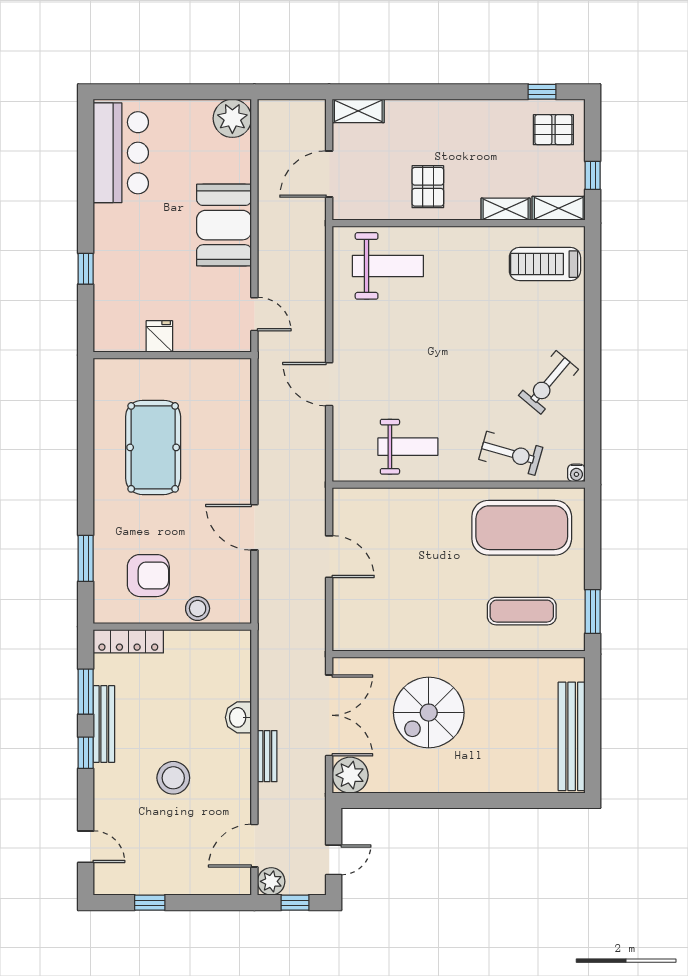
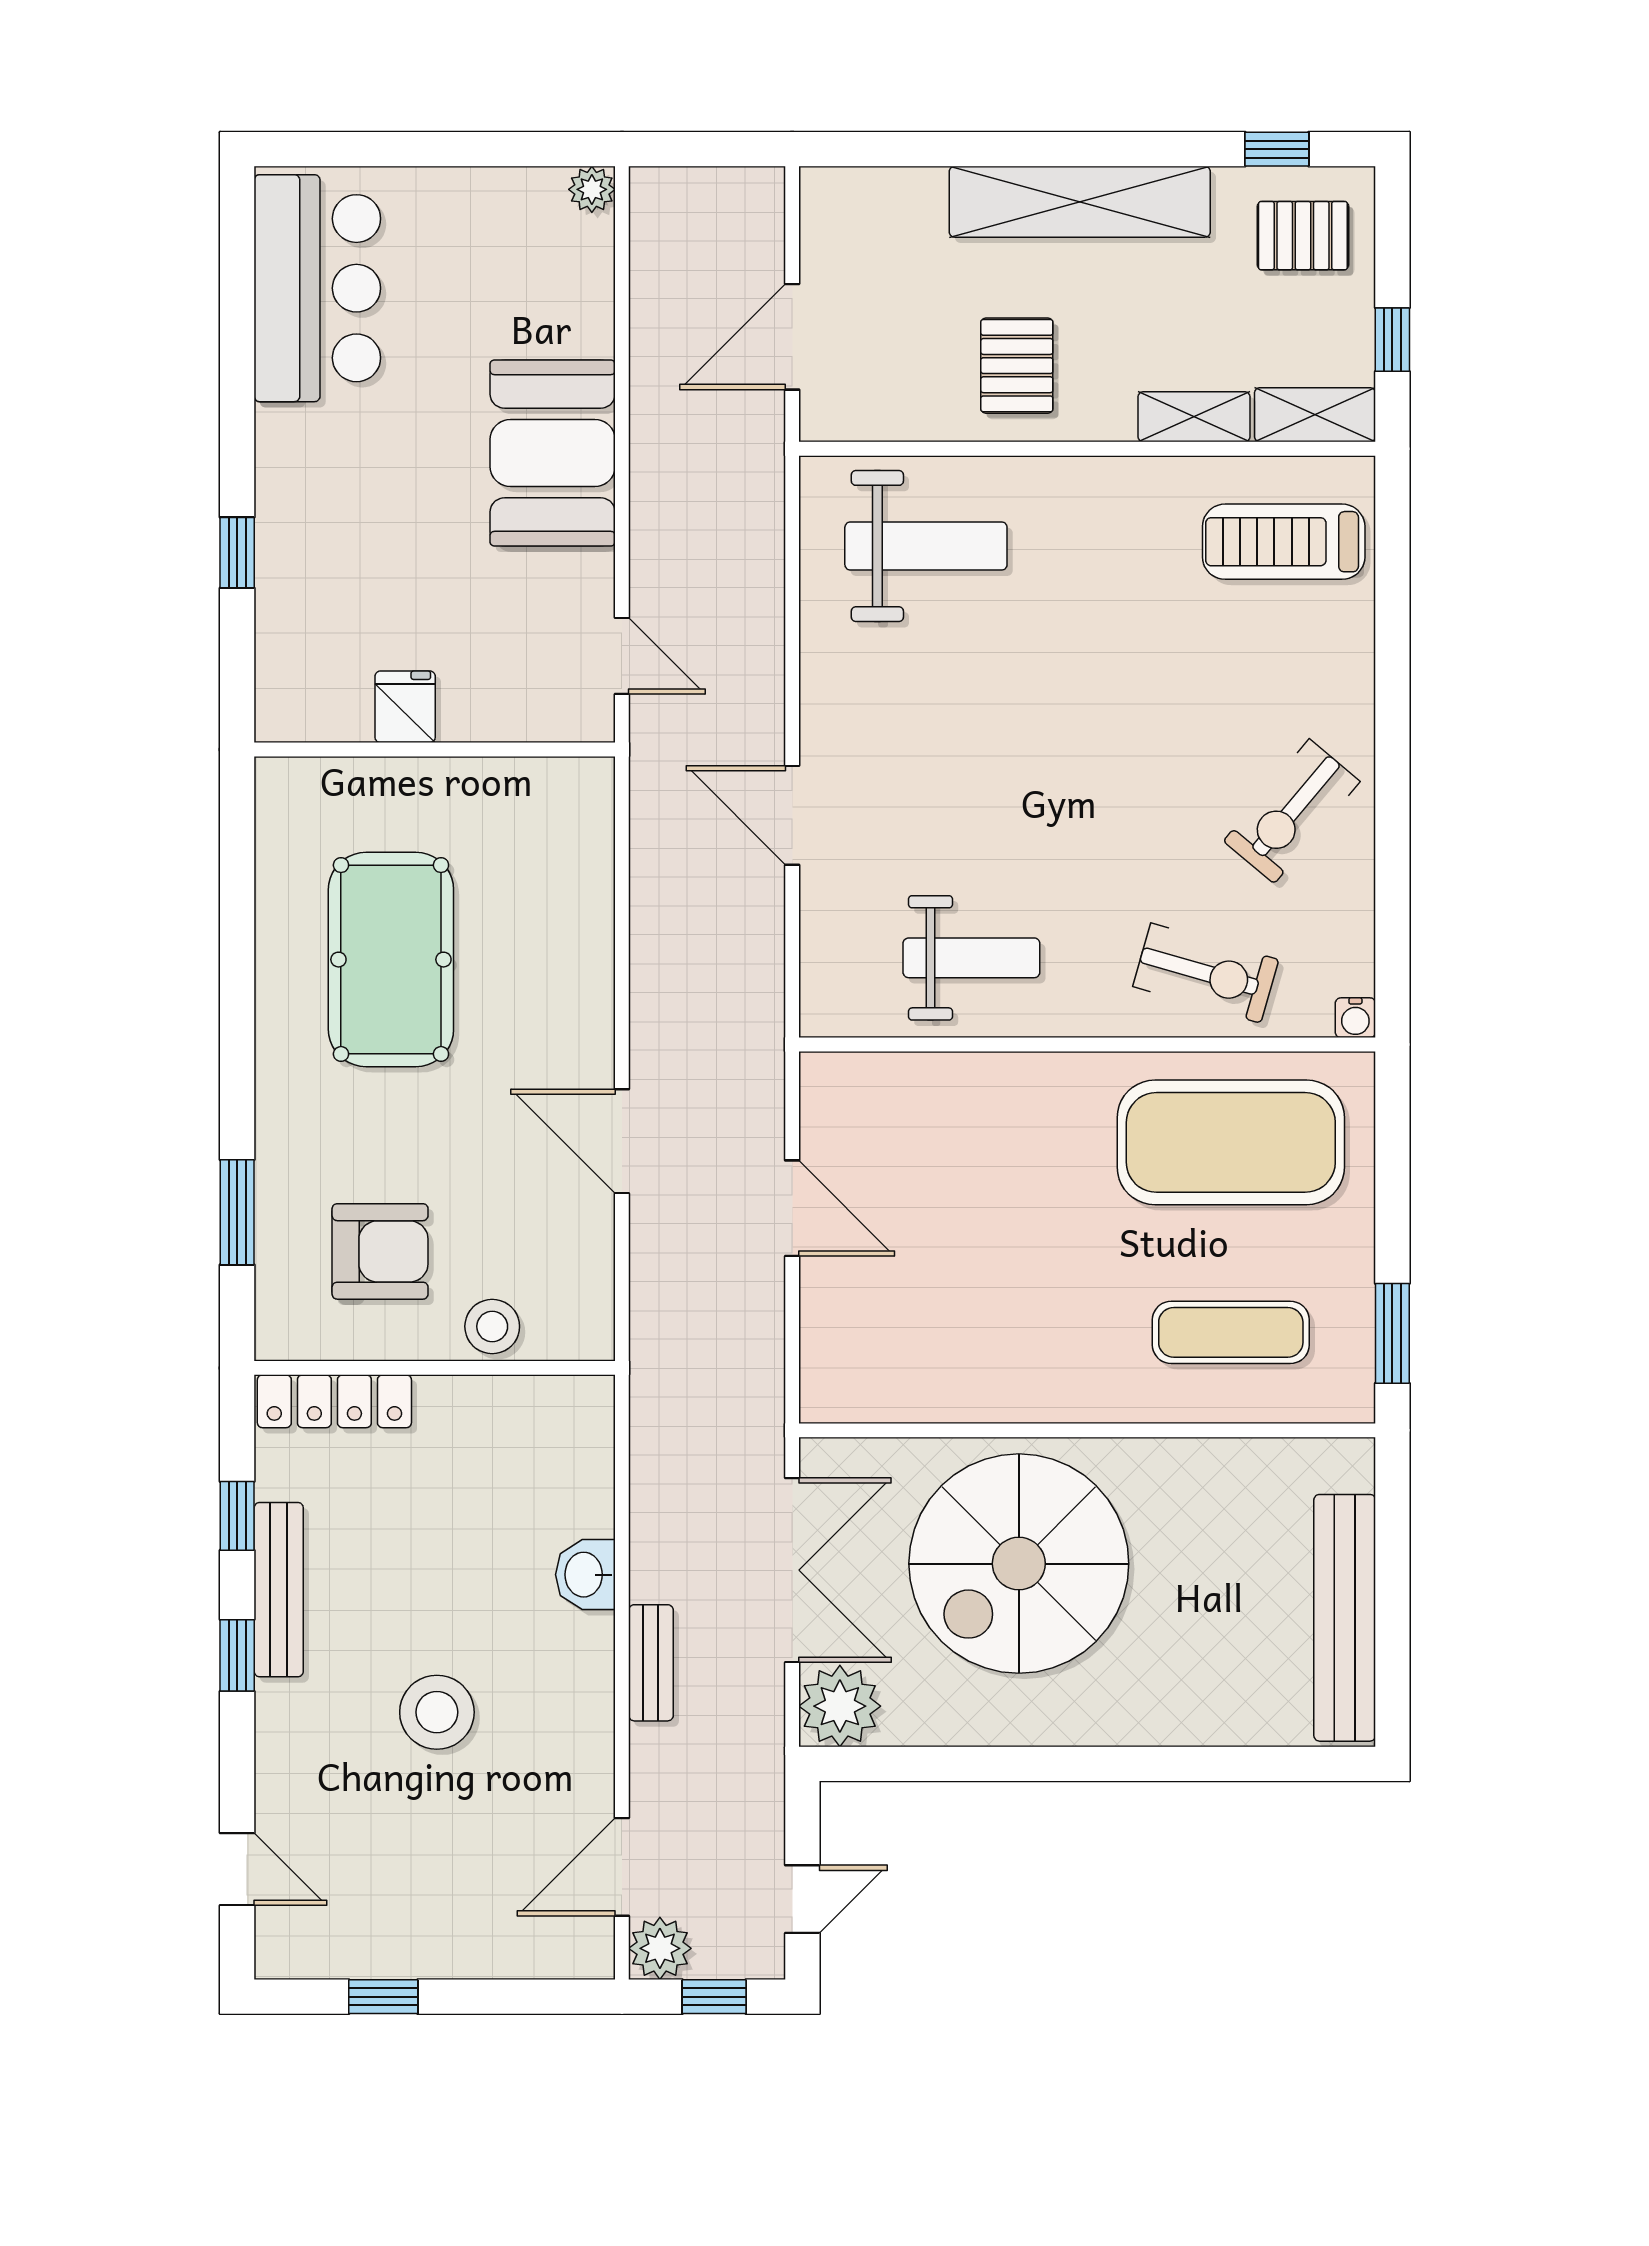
shelving: (358, 111) -> (1080, 202), moved, width x2.20, depth x1.33
plant: (232, 118) -> (592, 189), width x0.53, depth x0.53
window: (86, 692) -> (237, 1516), width x0.67
spiral stairs: (429, 713) -> (1019, 1564), width x1.37, depth x1.37

